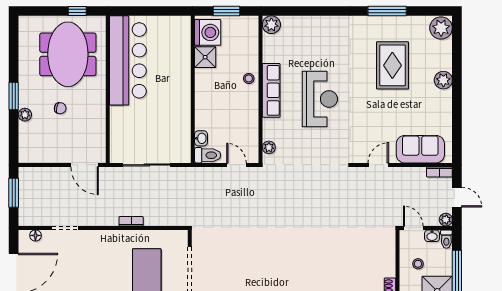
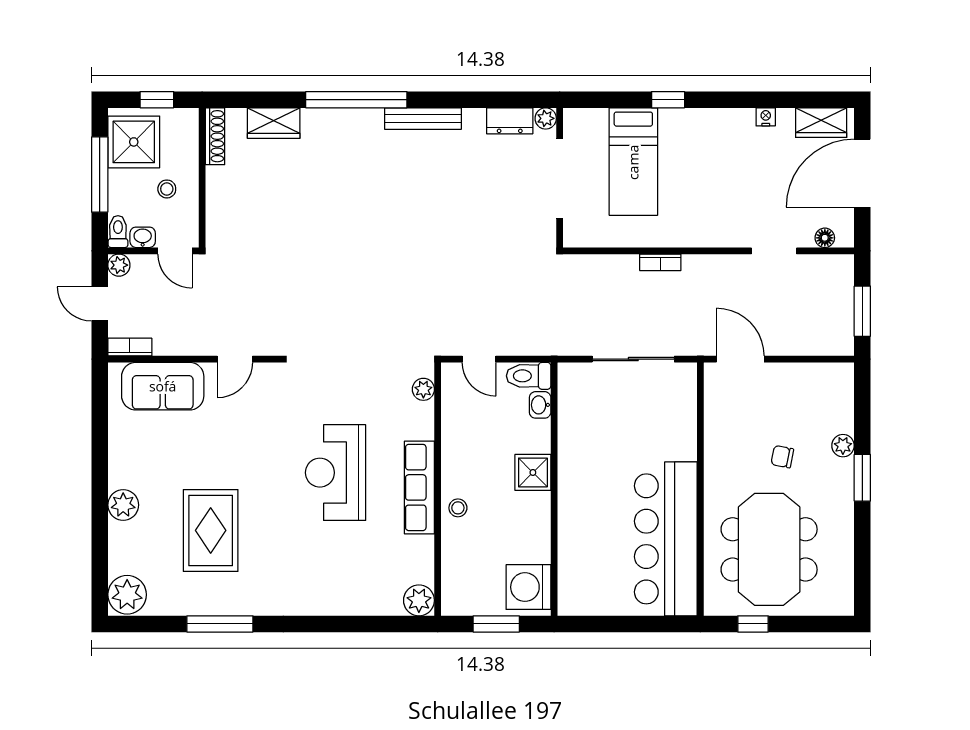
shower: (205, 57) -> (533, 472), moved

